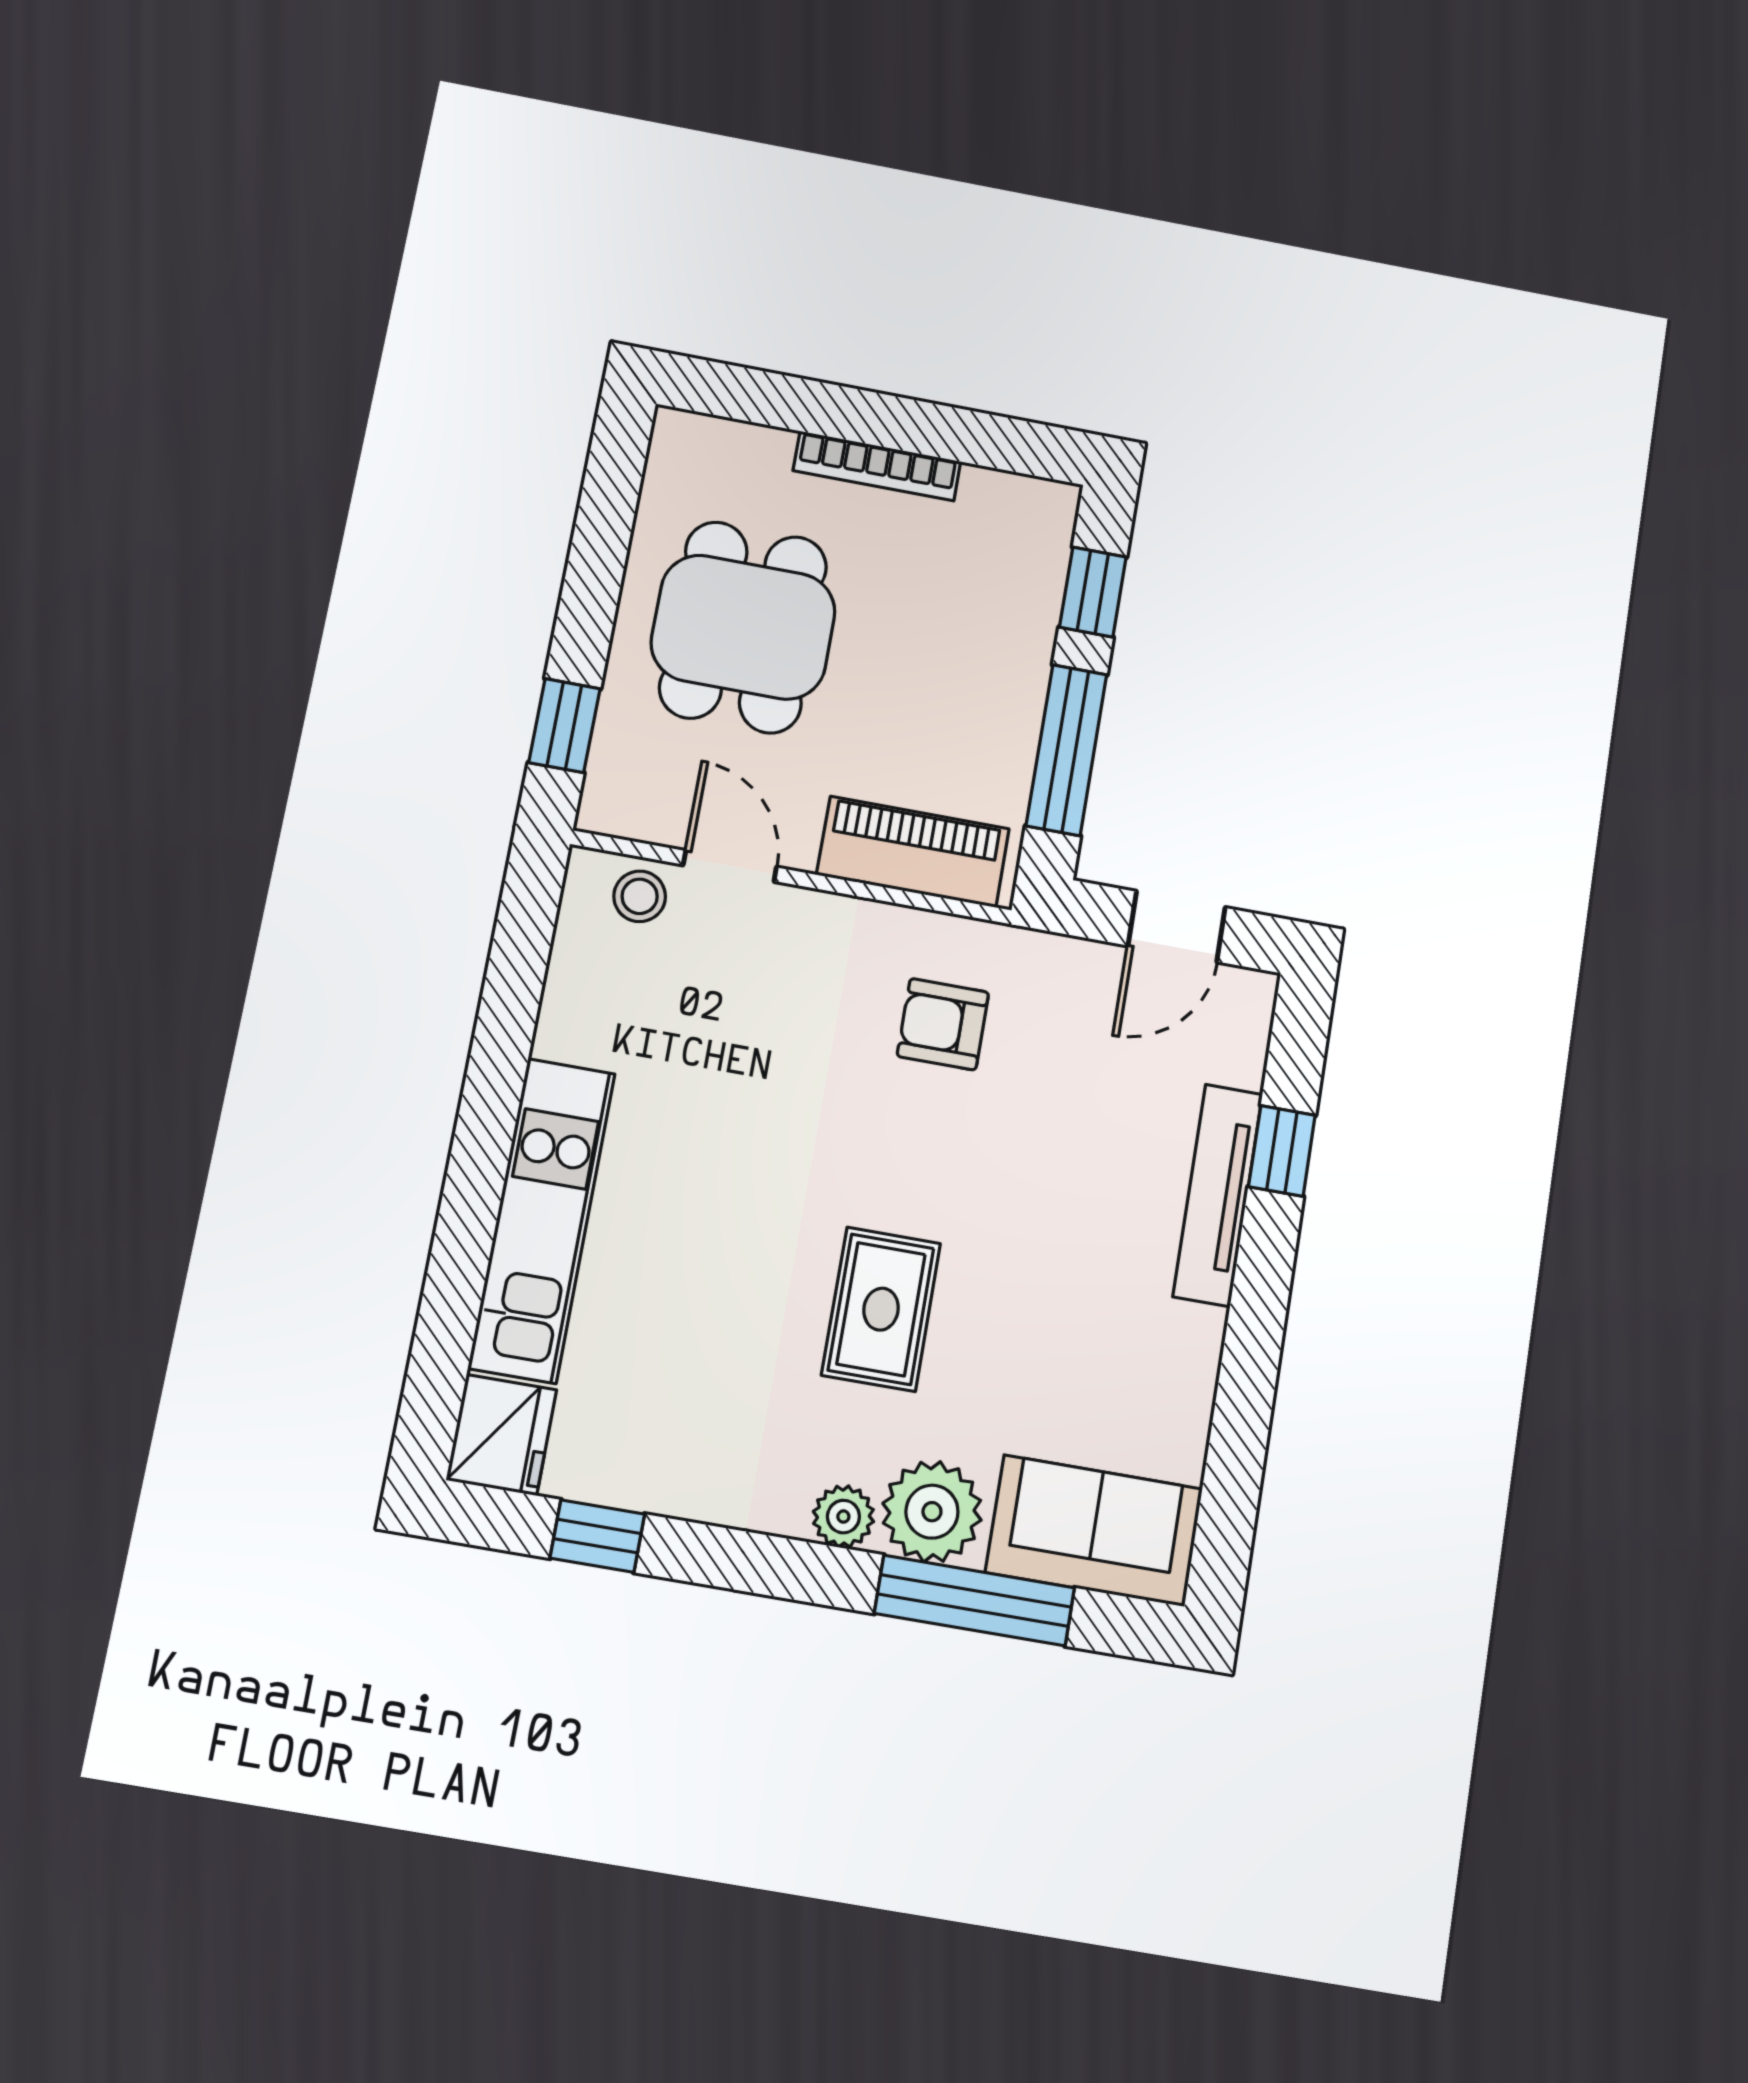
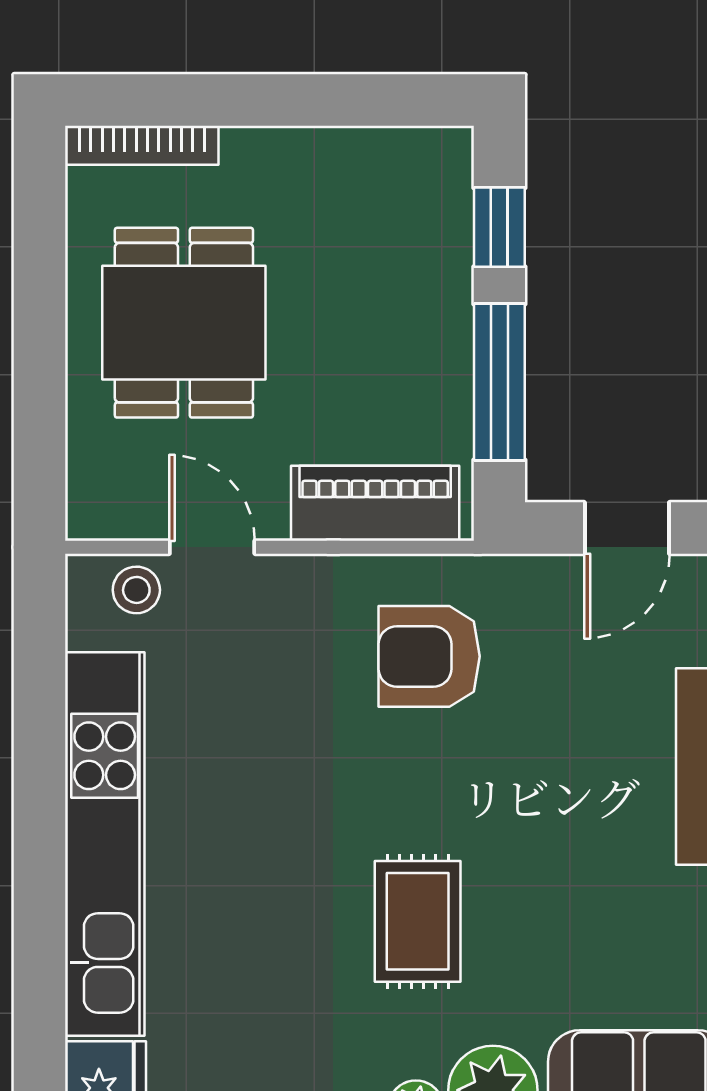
bookcase: (877, 466) -> (142, 145), moved
window: (564, 726) -> (39, 446), removed
armchair: (943, 1024) -> (429, 656), width x1.38, depth x1.38
kitchen unit: (542, 1220) -> (105, 844), width x1.36

